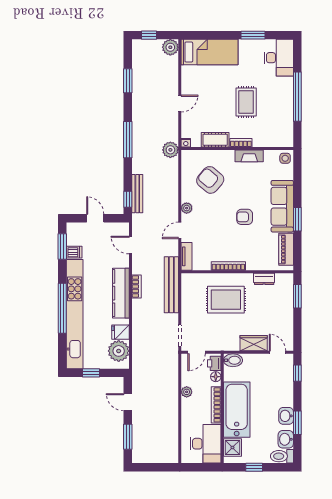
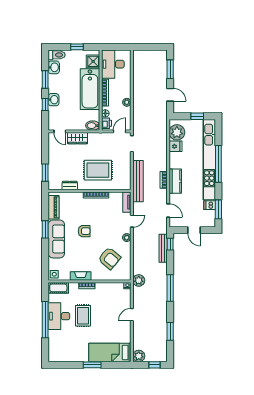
window: (253, 35) -> (92, 365), moved
desk: (279, 58) -> (59, 316), moved
cot: (215, 140) -> (58, 288), moved
kitchen counter: (121, 293) -> (175, 181), width x0.67
window: (297, 373) -> (45, 104), moved
washbasin: (286, 416) -> (54, 100), moved

